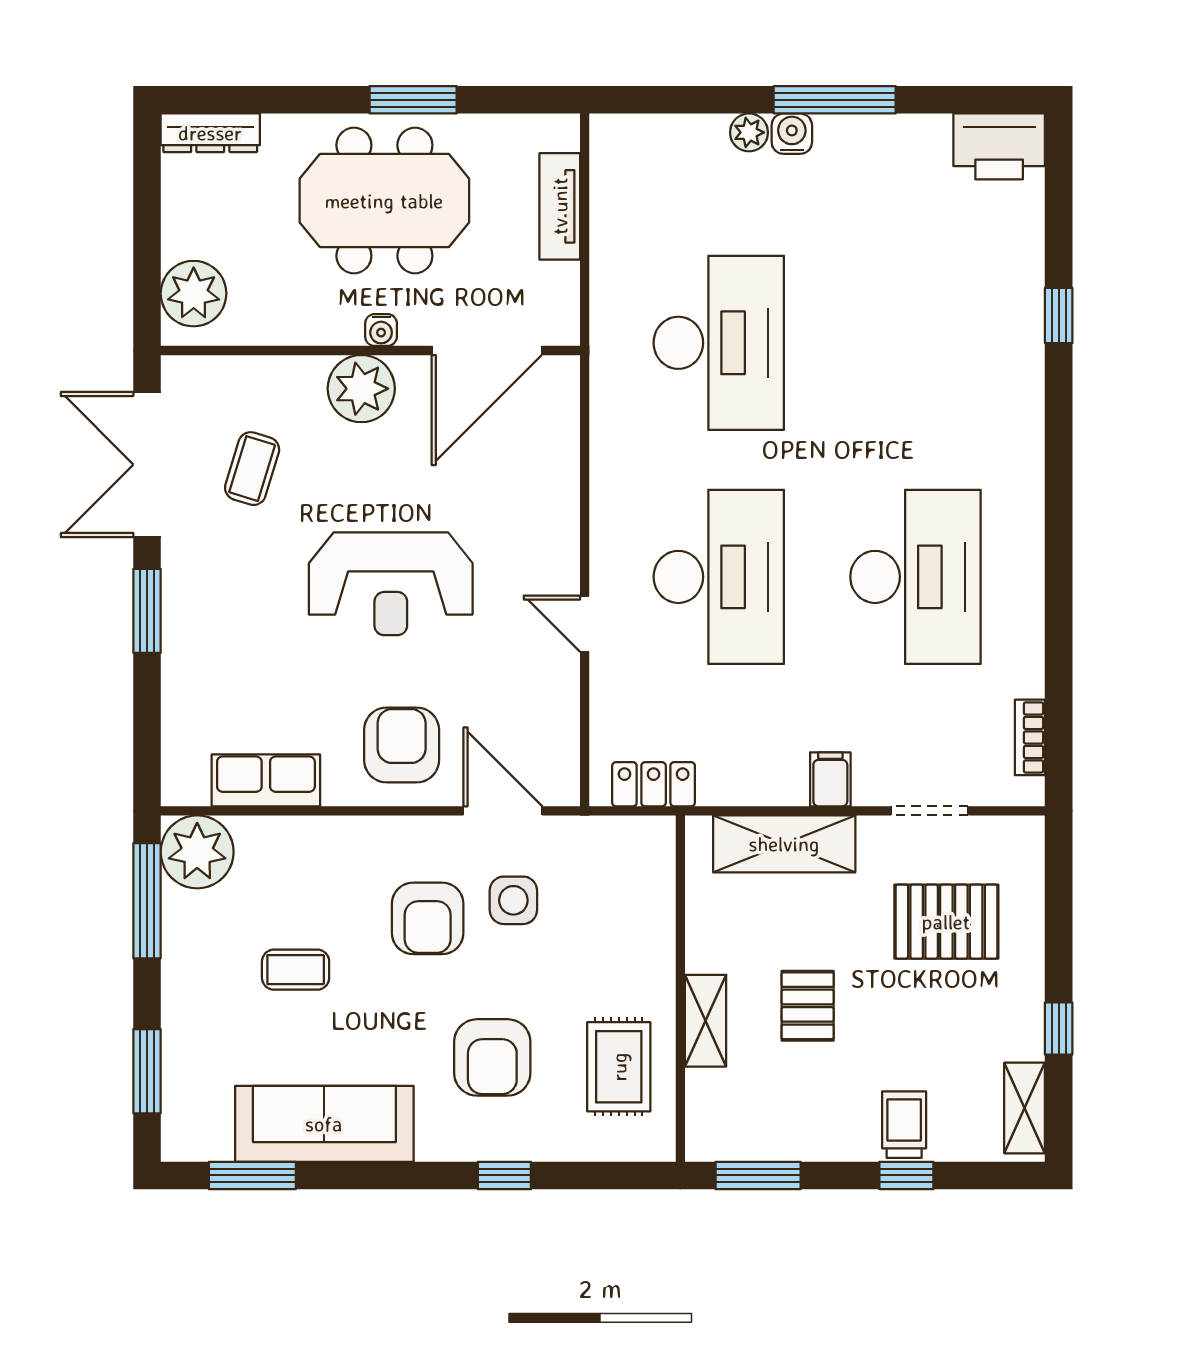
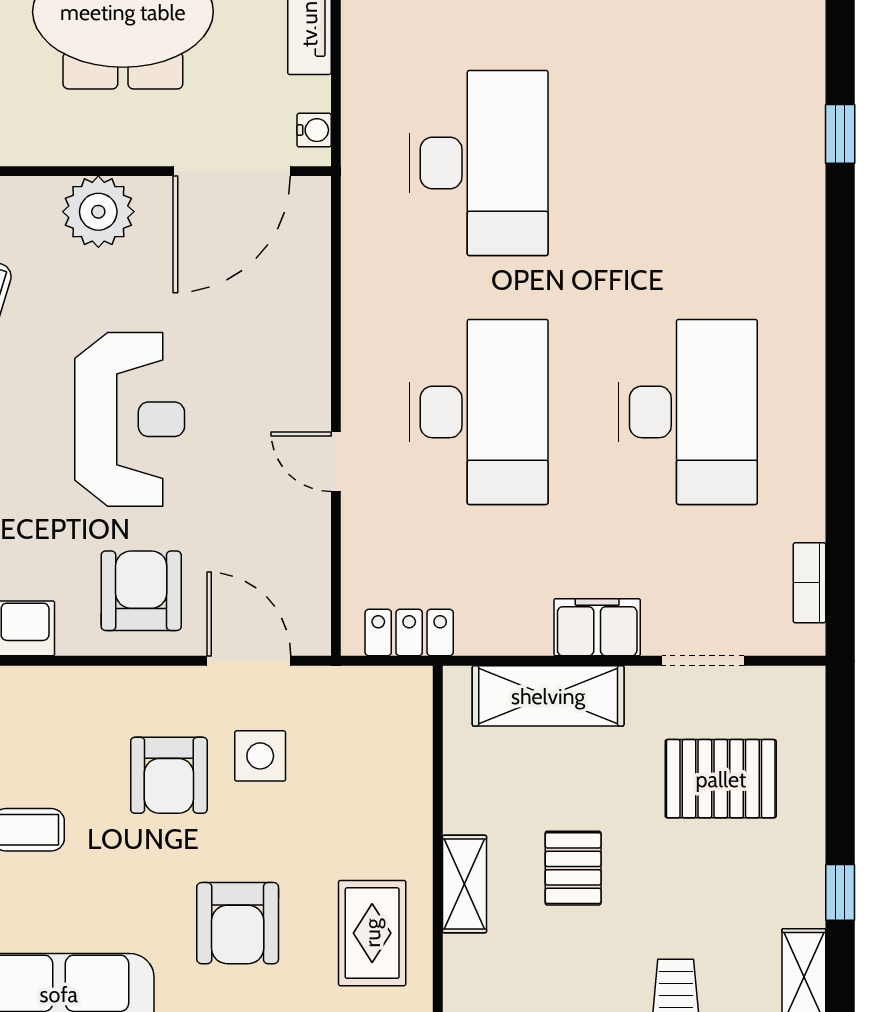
water cooler: (381, 330) -> (314, 130), moved, turned -90
reception desk: (391, 584) -> (130, 419), turned -90
filing cabinet: (830, 779) -> (597, 627), width x2.00

